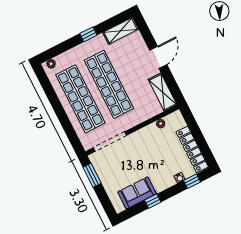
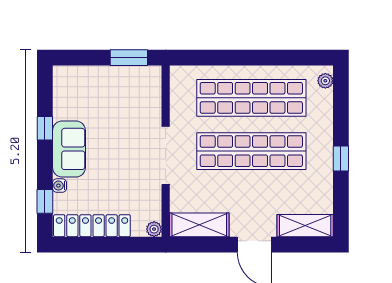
shelving: (121, 31) -> (305, 226), moved, turned 90
plant: (161, 124) -> (154, 229), moved
doorway: (110, 142) -> (166, 155), moved
sofa: (137, 193) -> (69, 149), moved

